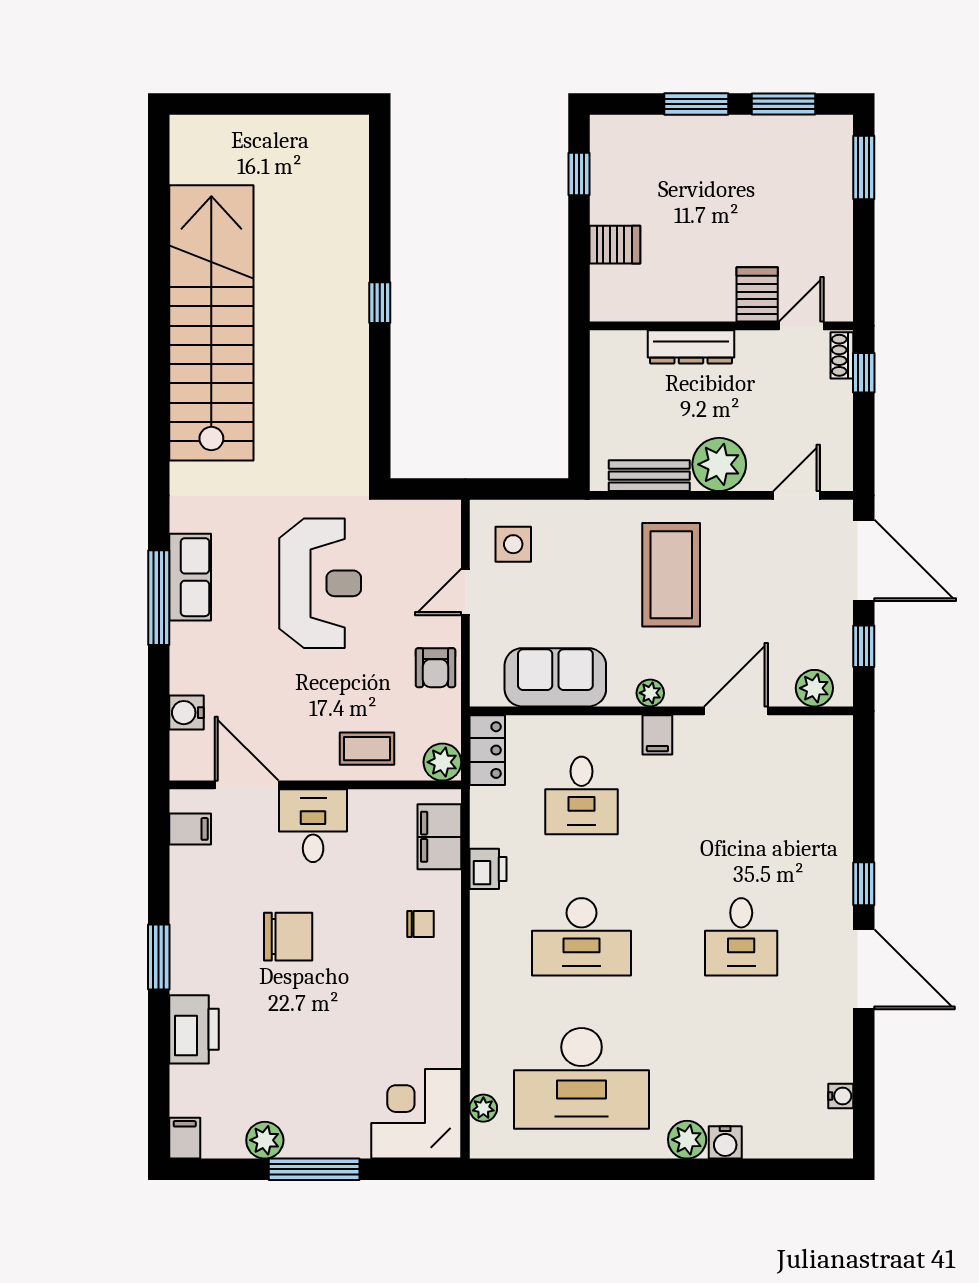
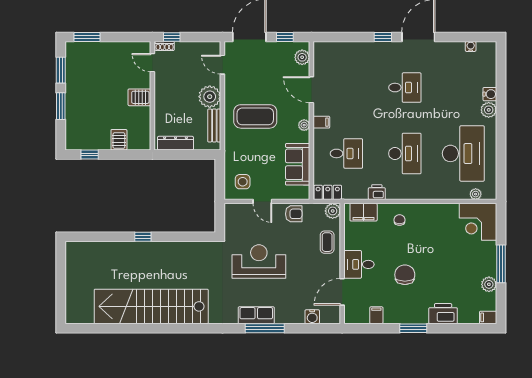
server rack: (757, 294) -> (139, 97), moved
dresser: (691, 347) -> (175, 143), moved, turned -90
filing cabinet: (190, 829) -> (376, 315), moved

